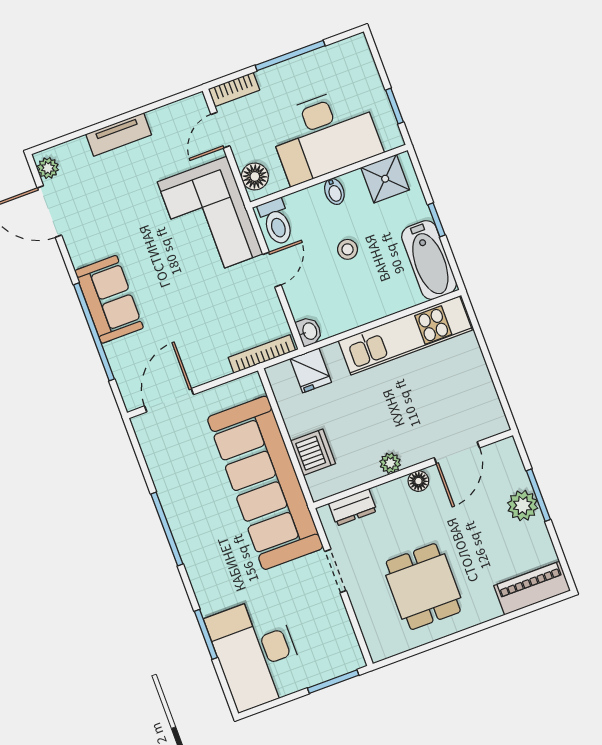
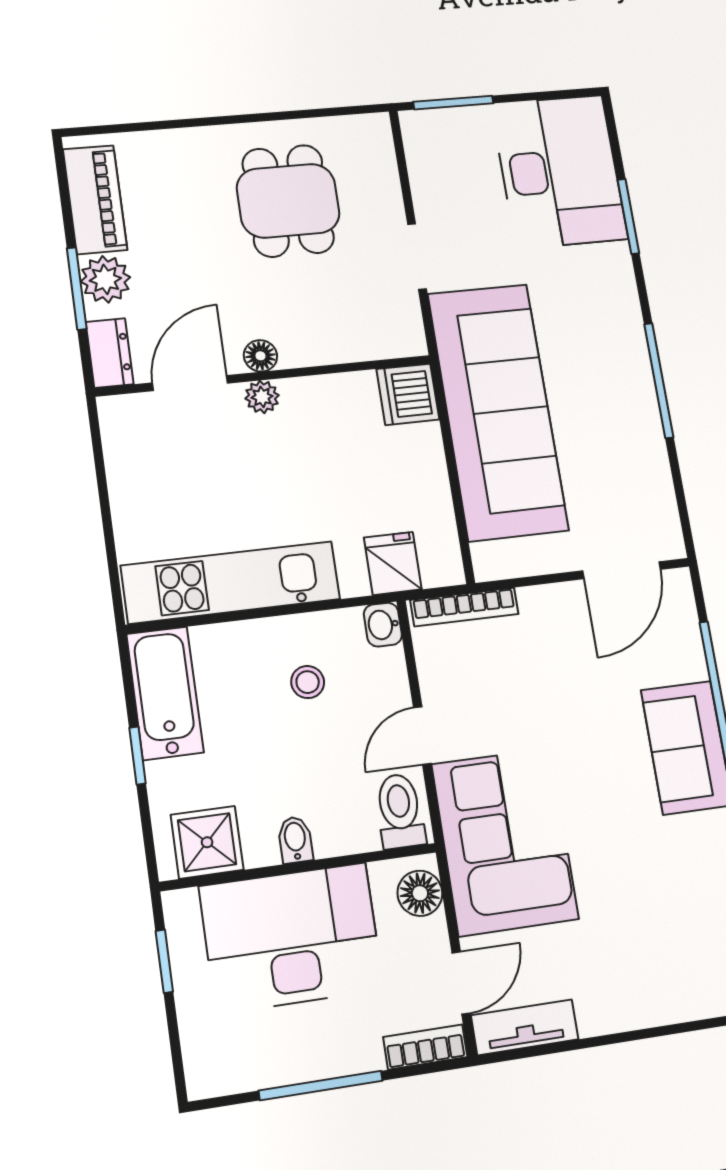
tv unit: (119, 135) -> (525, 1027), moved
stool: (348, 249) -> (308, 682), moved
dishwasher: (313, 452) -> (408, 394), moved
plant: (390, 463) -> (262, 397), moved
dresser: (353, 507) -> (110, 353), moved, turned 90
piano: (532, 588) -> (95, 200), moved, turned -90

